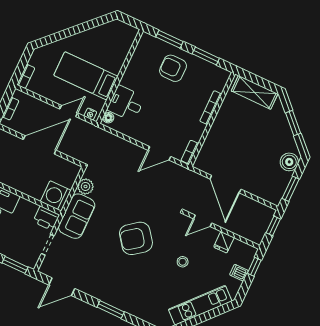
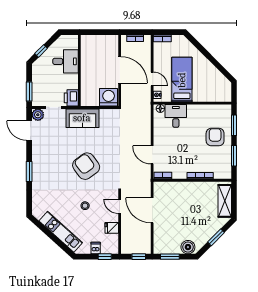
door: (225, 184) -> (152, 210), hinge flipped
plant: (85, 186) -> (38, 115), moved
washing machine: (56, 196) -> (109, 97), moved

